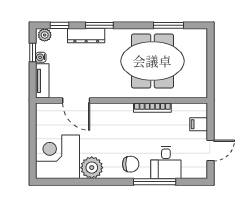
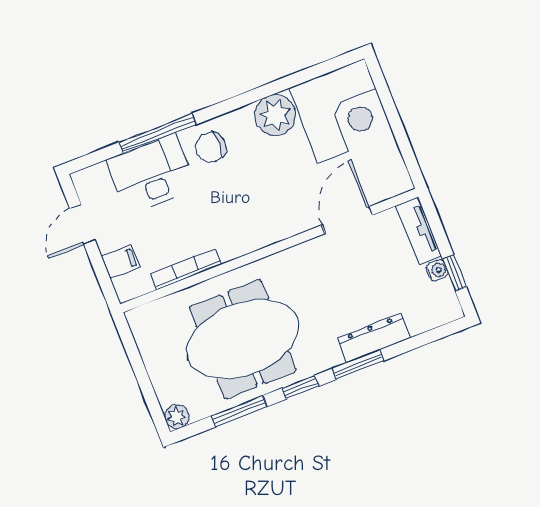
window: (60, 25) -> (300, 387), moved
plant: (45, 35) -> (177, 417), moved
door: (76, 100) -> (347, 220), hinge flipped
bookcase: (152, 108) -> (186, 269), moved
desk: (166, 162) -> (151, 174), width x1.37

